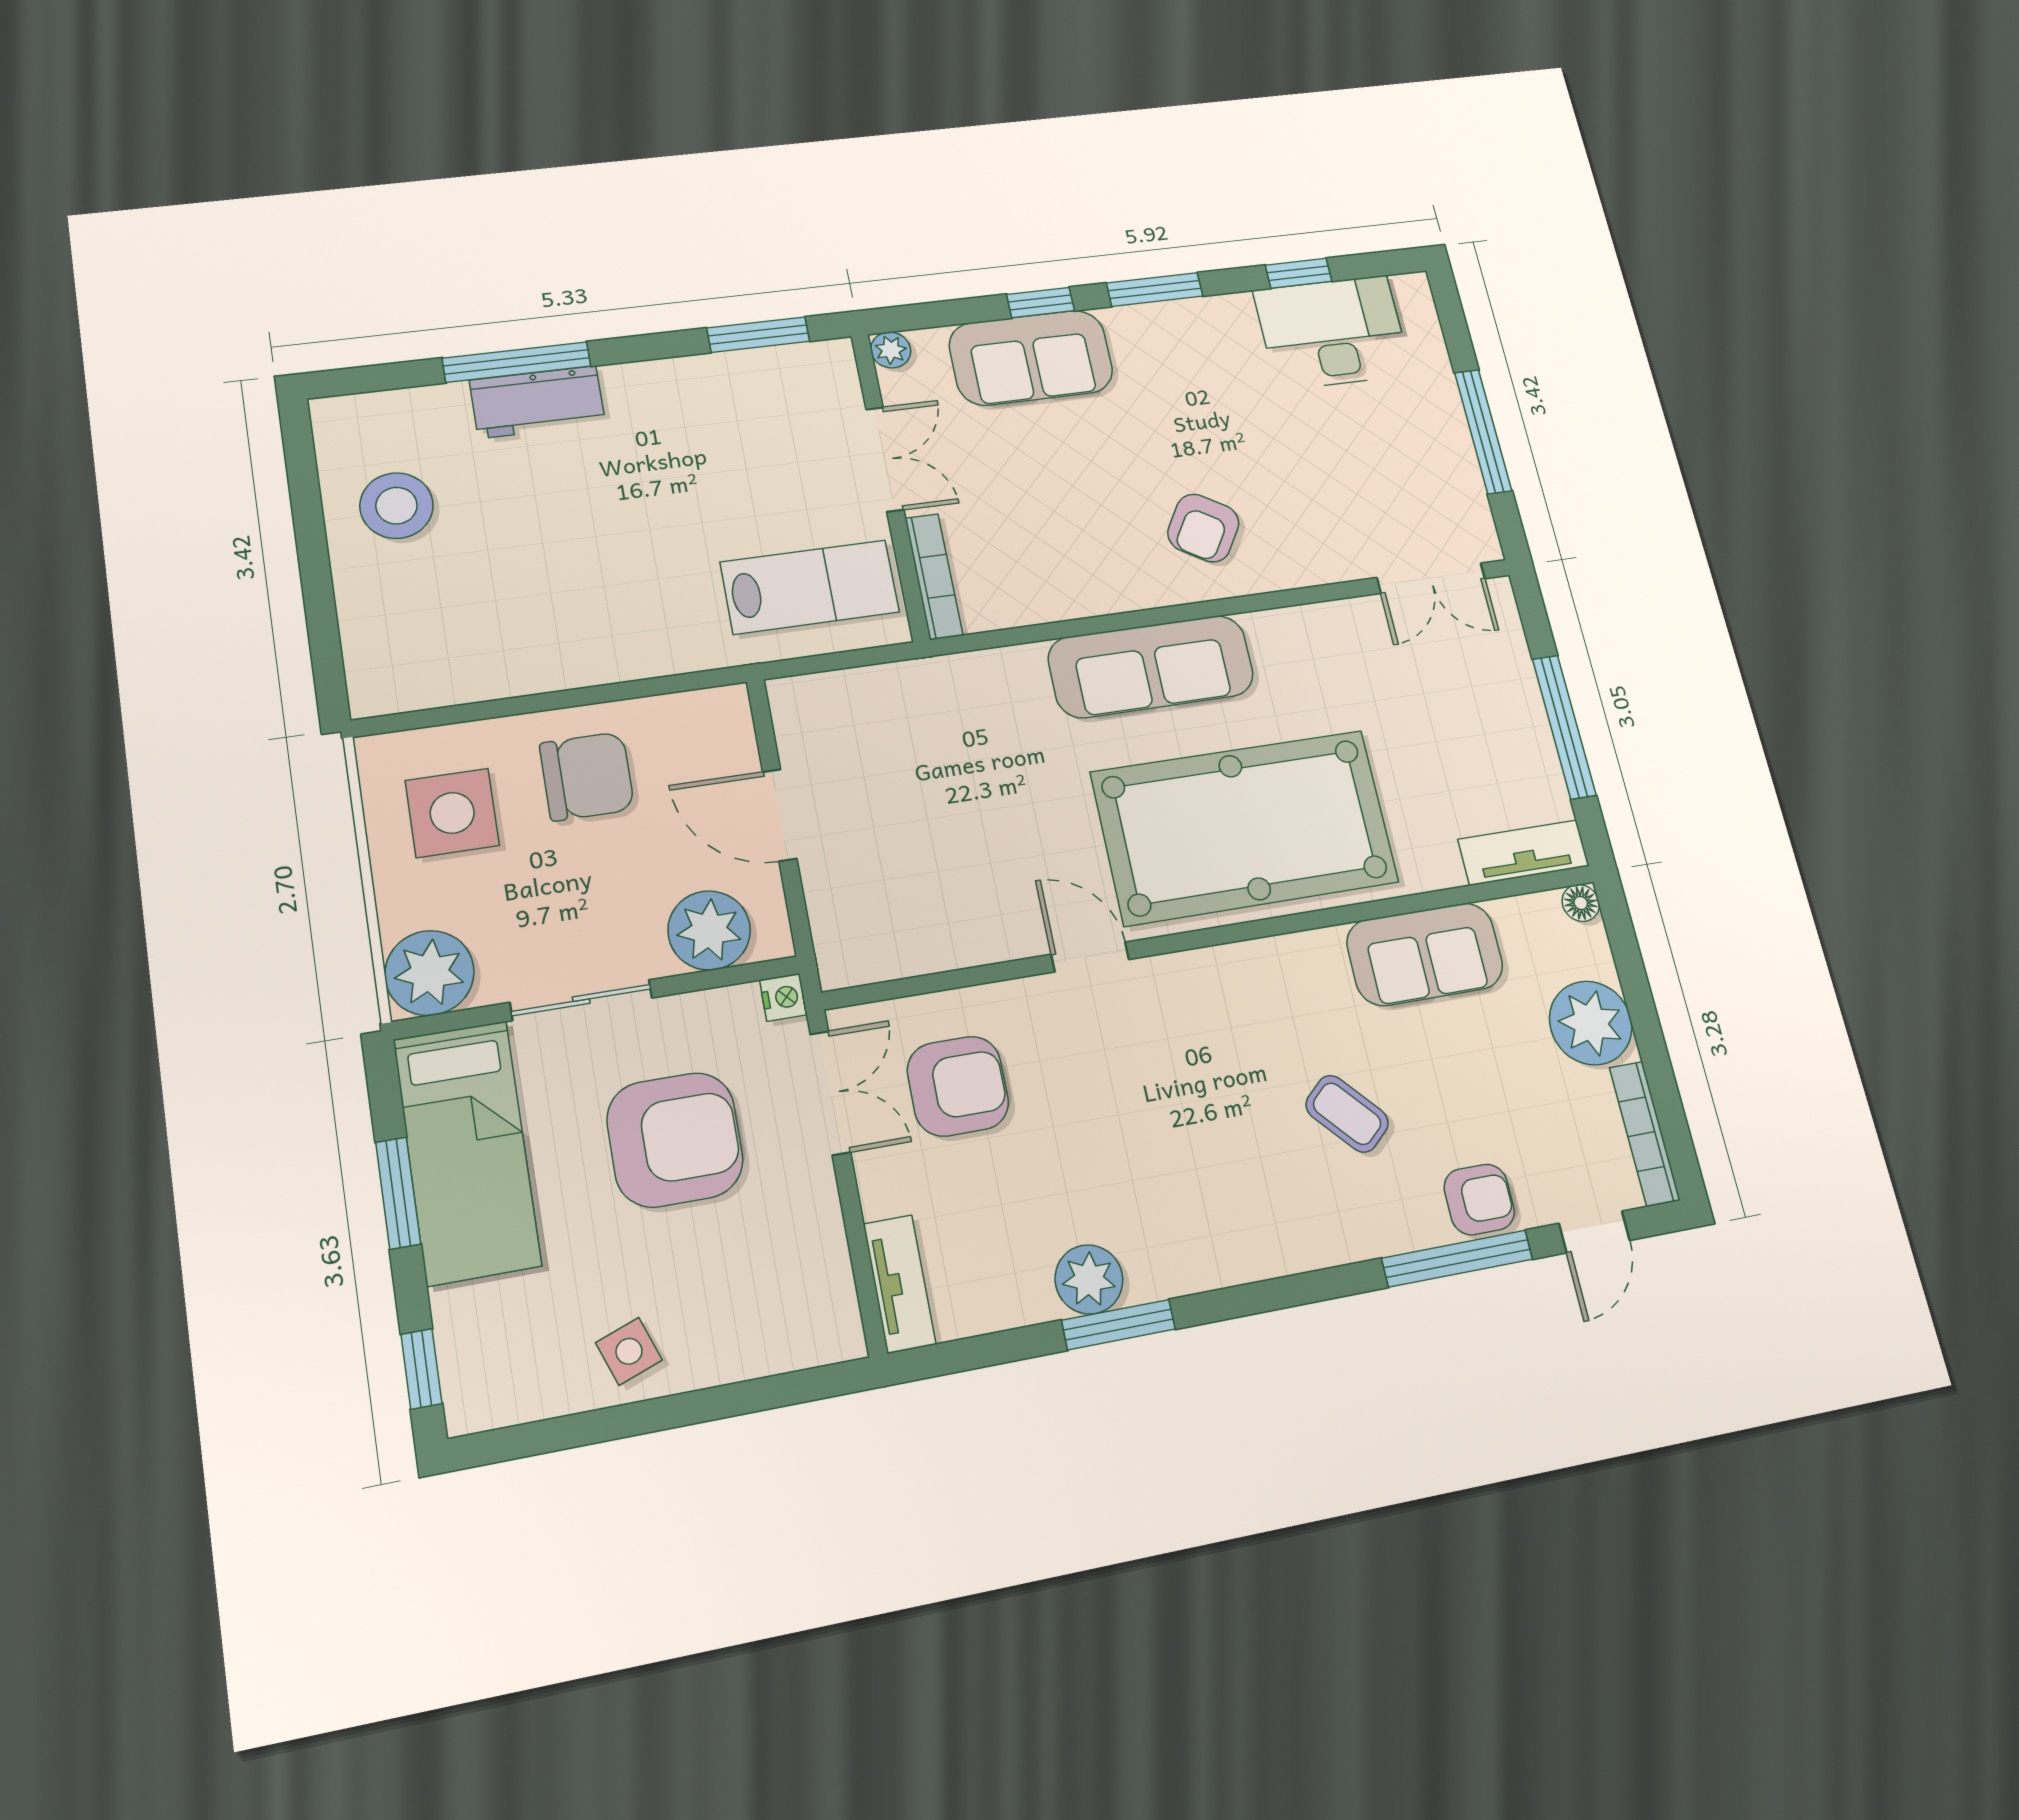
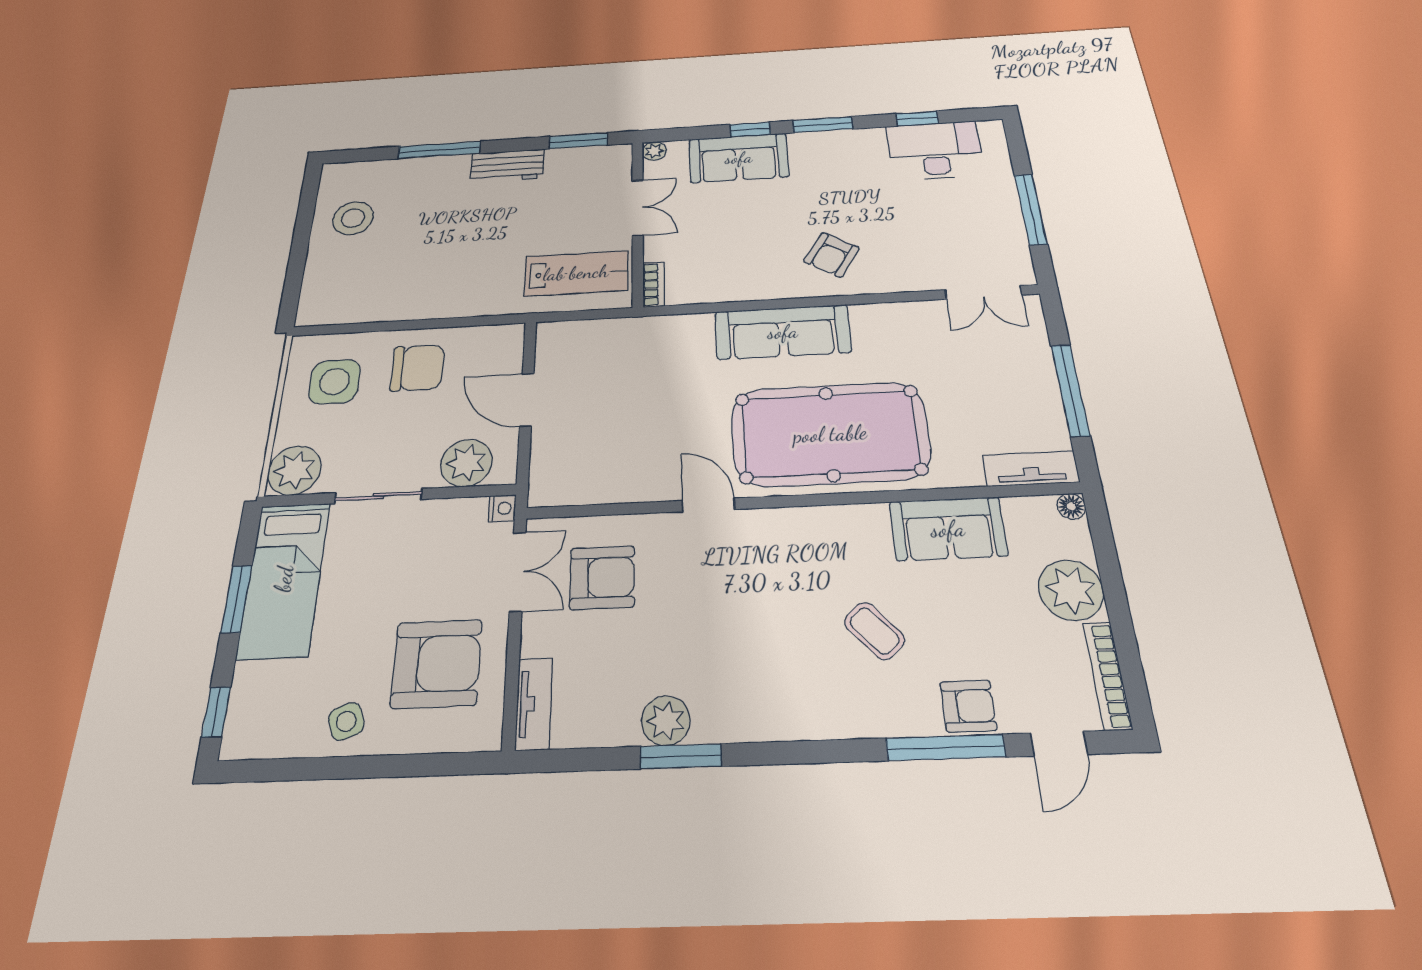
workbench: (537, 402) -> (507, 166), moved
bookcase: (934, 577) -> (654, 284), width x0.64
armchair: (675, 1140) -> (437, 664), moved

